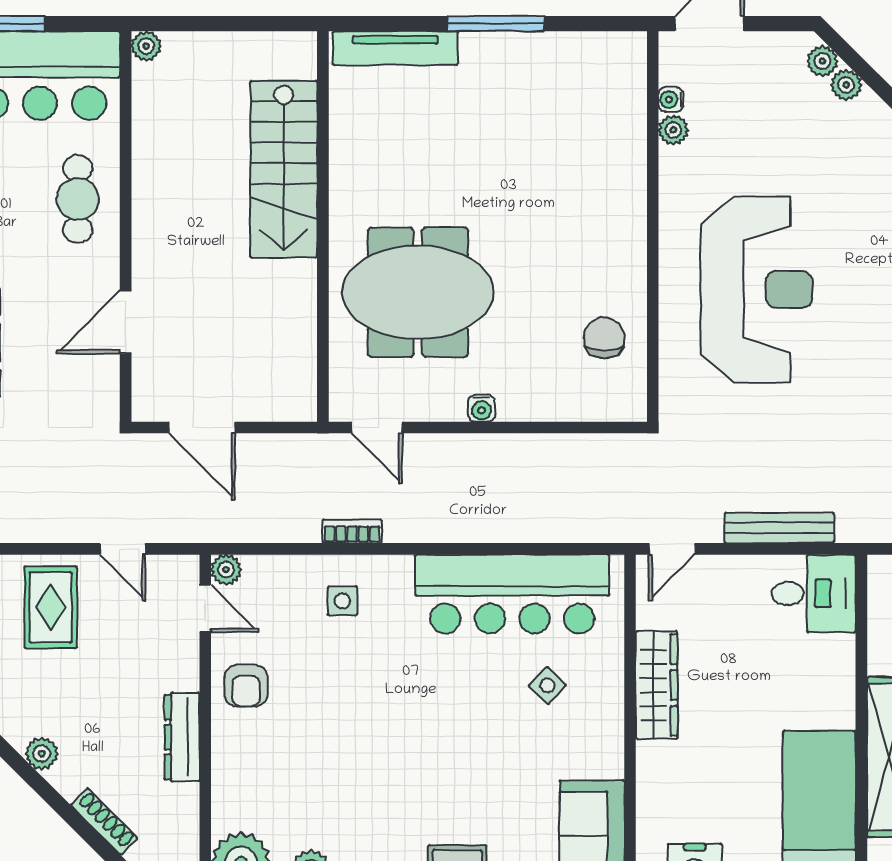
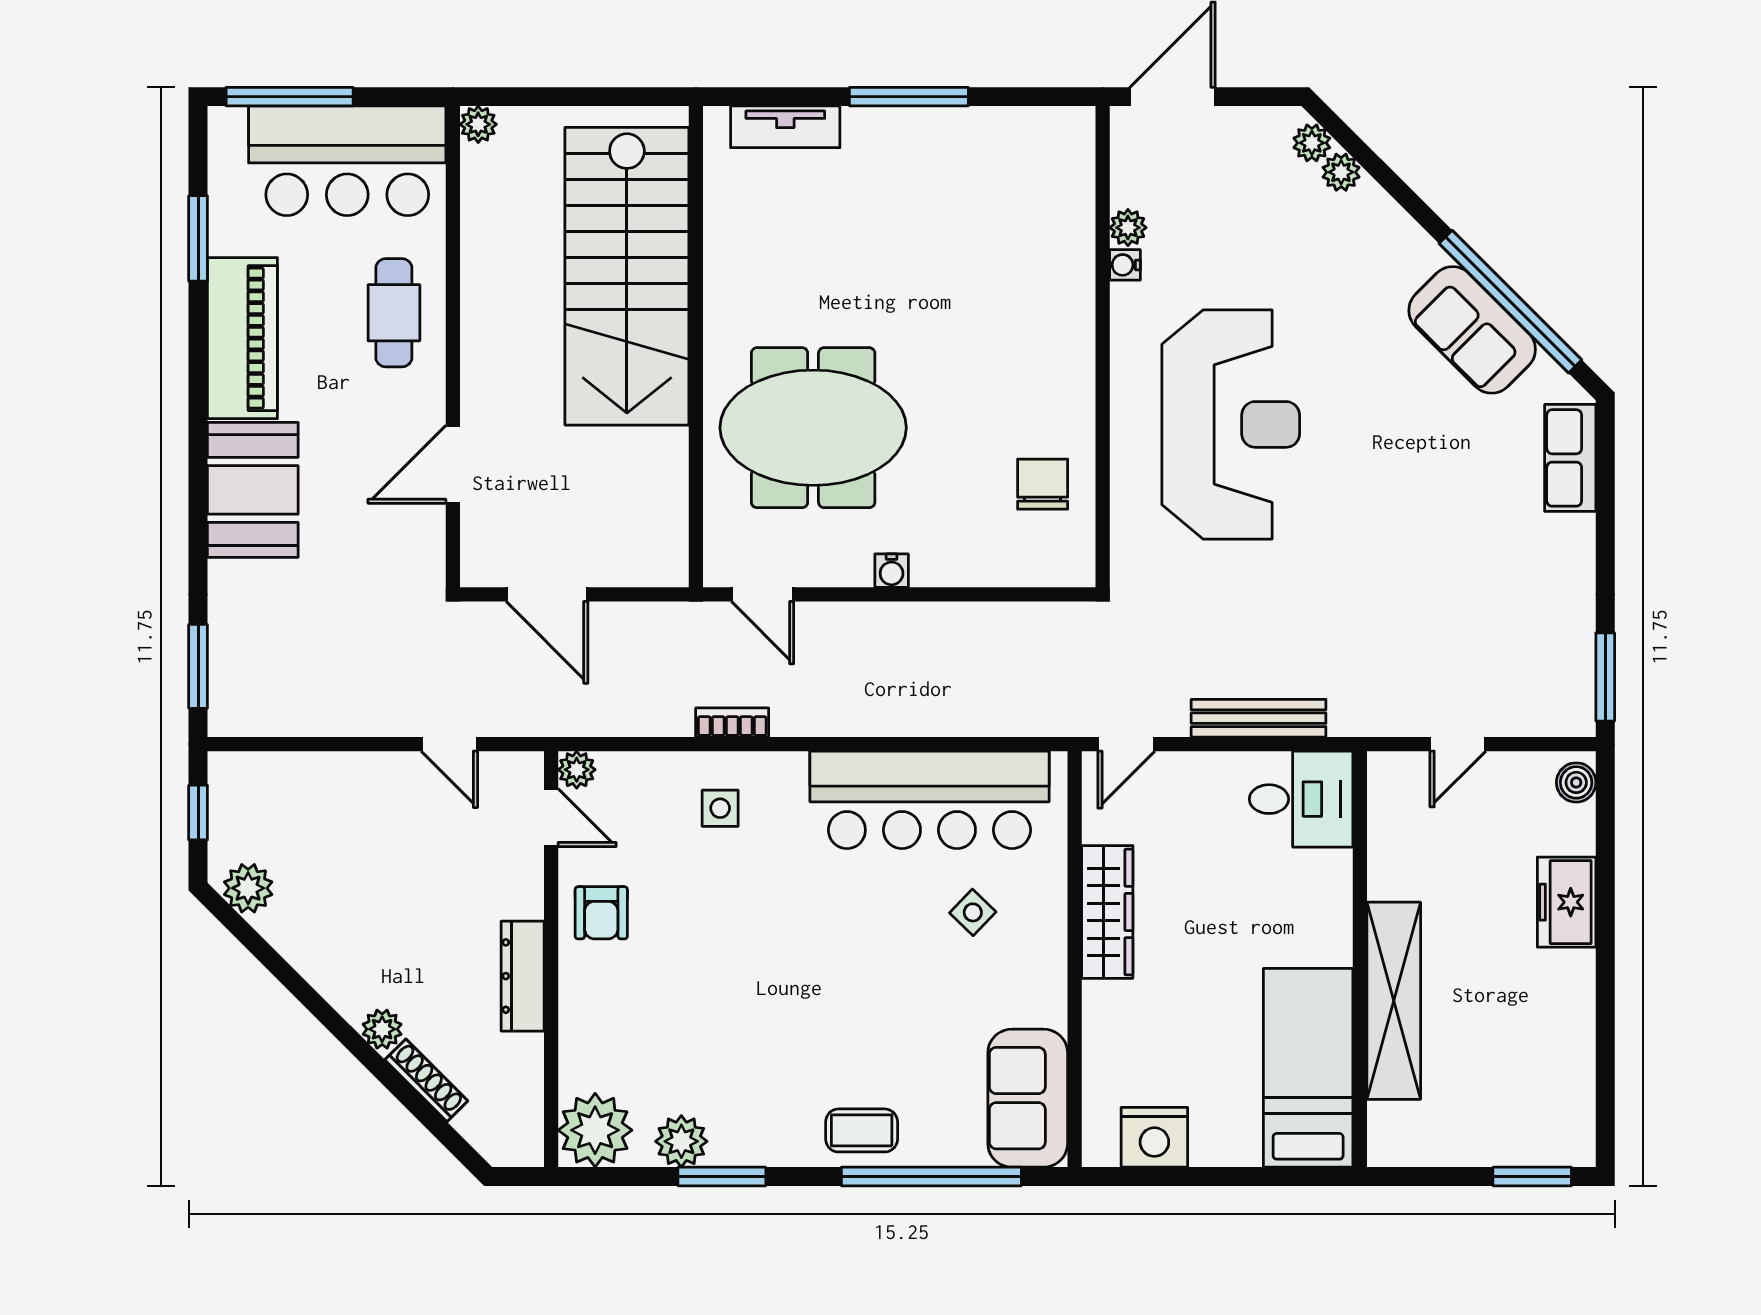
tv unit: (395, 48) -> (785, 127), width x0.71
water cooler: (671, 100) -> (1125, 265), moved
stairs: (284, 169) -> (627, 276), width x1.36, depth x1.51
rug: (51, 607) -> (360, 816), removed
plant: (42, 754) -> (382, 1029), moved

